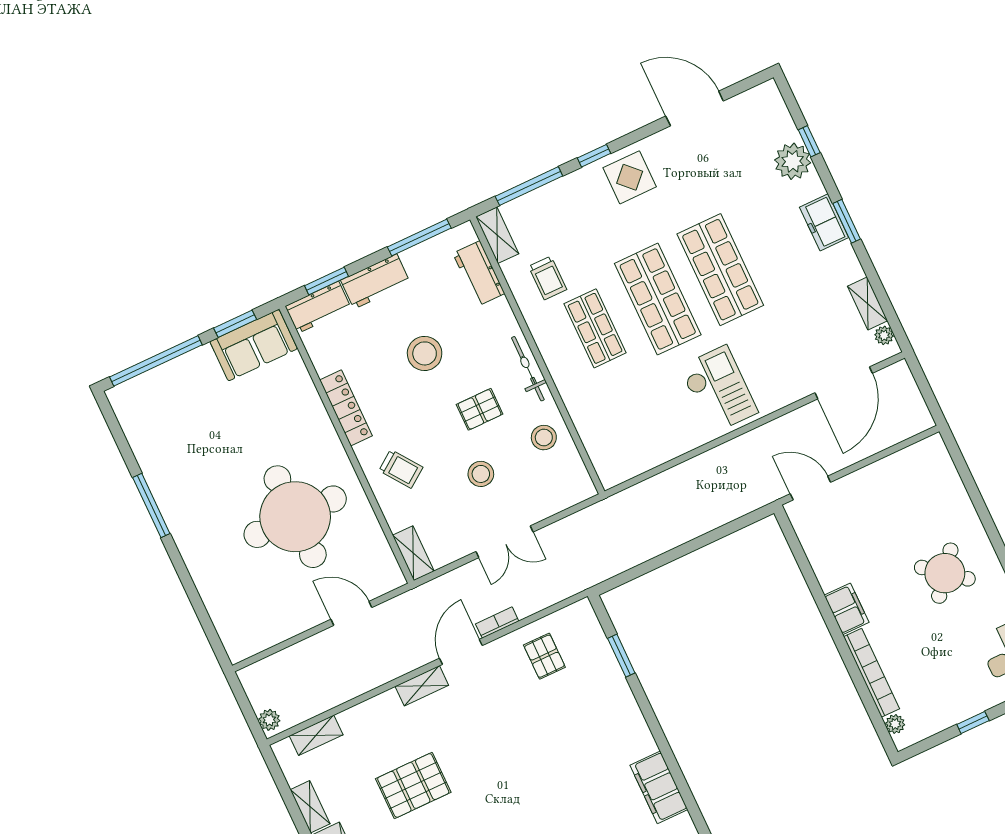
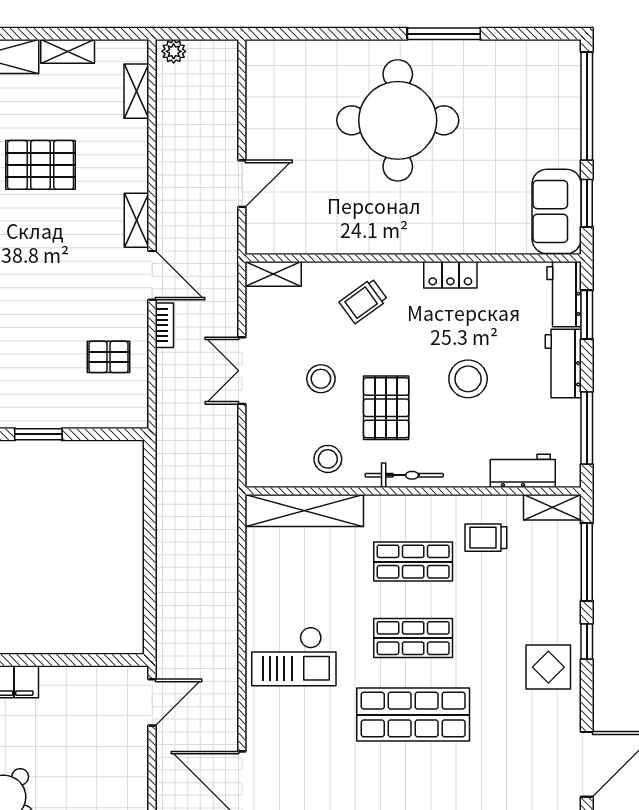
shop shelf: (658, 299) -> (413, 638), width x0.70, depth x0.74
locker: (346, 408) -> (450, 275), width x0.66
pallet: (480, 409) -> (386, 408), width x1.50, depth x1.42
shelving: (595, 437) -> (304, 510), added
round table: (295, 517) -> (398, 120), moved
window: (621, 656) -> (38, 434), moved
pallet: (413, 785) -> (41, 165), turned 90

